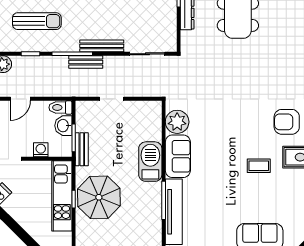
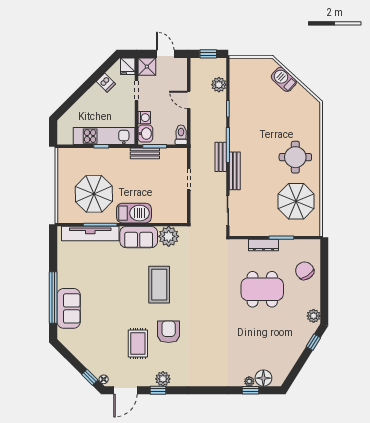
sun lounger: (37, 21) -> (256, 114), removed
washbasin: (63, 126) -> (145, 134), moved, turned 90
coffee table: (259, 166) -> (159, 285), moved, width x1.86, depth x1.72
parasol: (99, 197) -> (94, 194), moved

